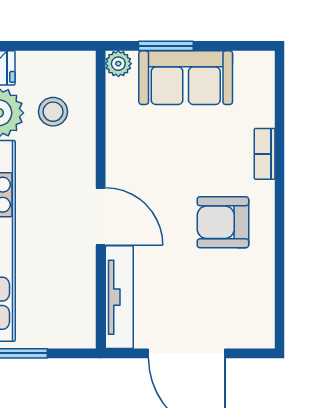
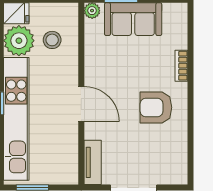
tv unit: (119, 297) -> (93, 162), width x0.71

